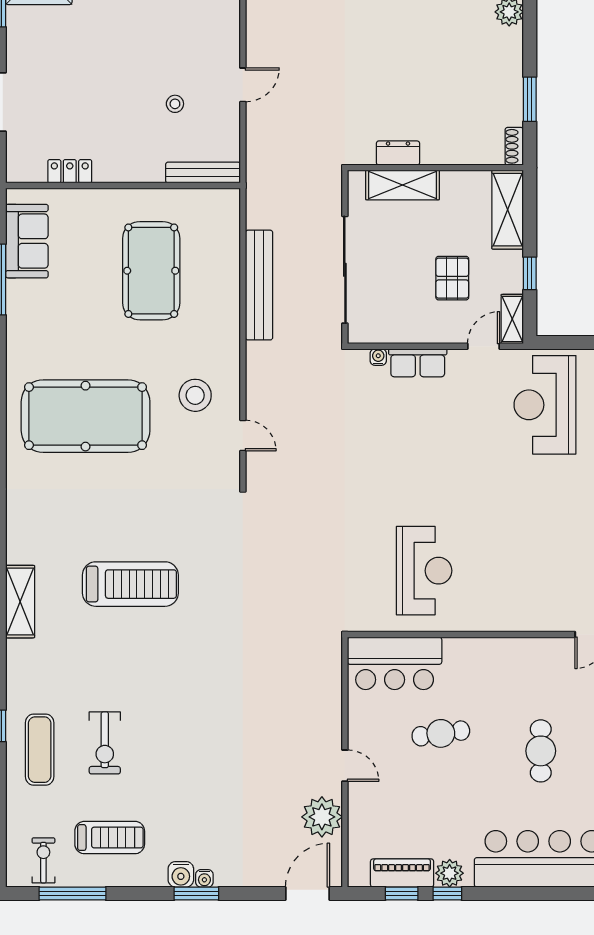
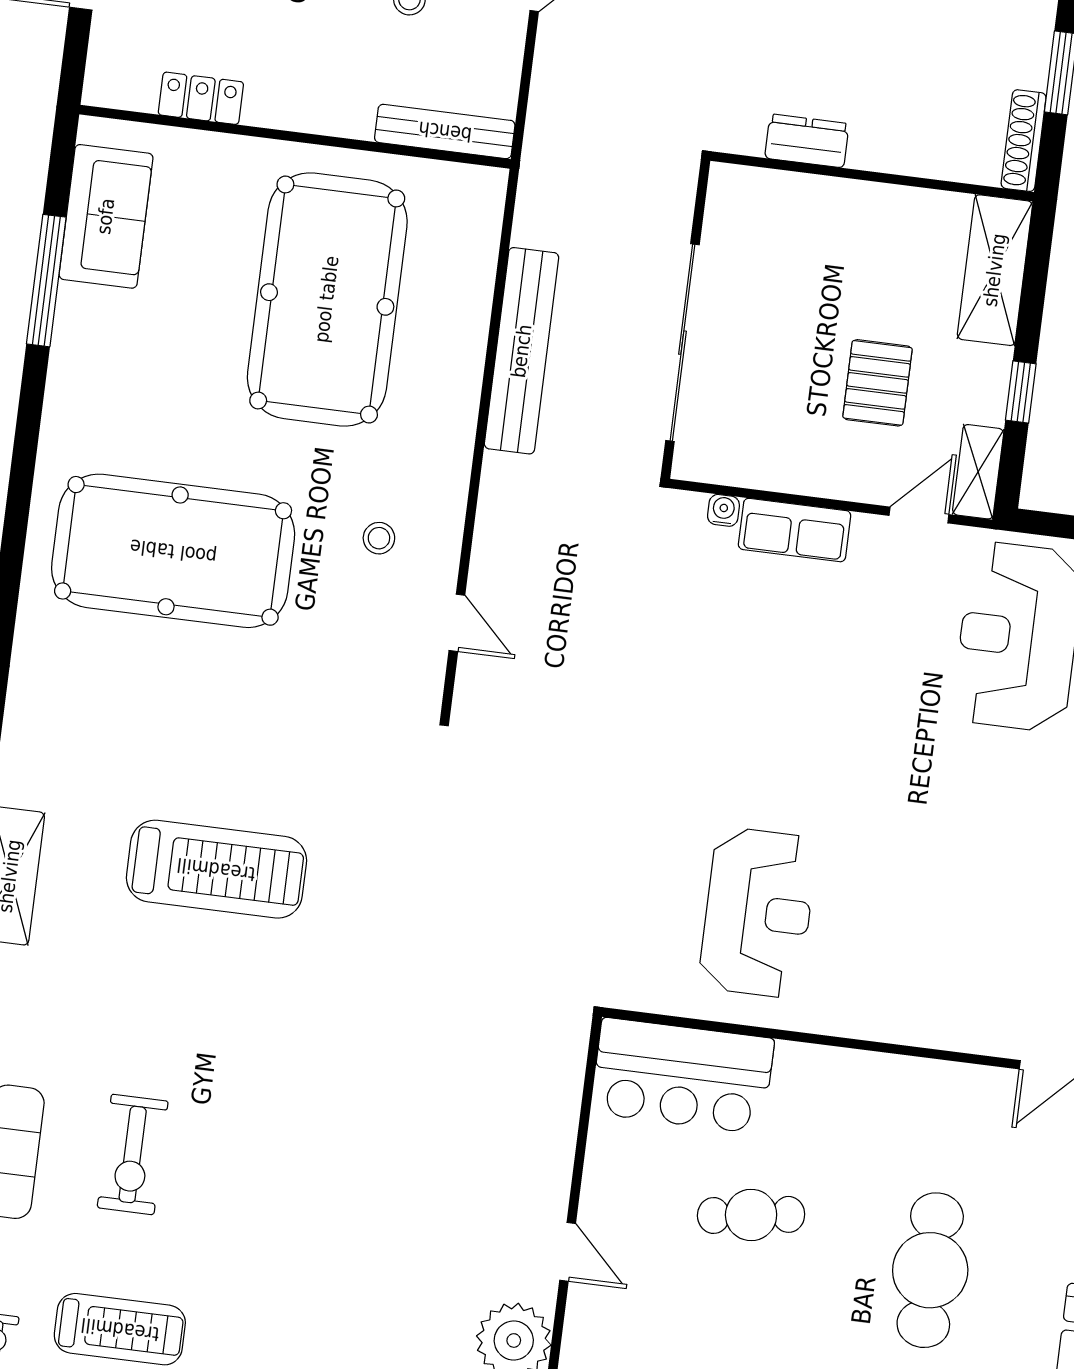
shoe rack: (514, 146) -> (1024, 141), width x1.43
shelving: (403, 185) -> (808, 201), removed
pool table: (151, 271) -> (327, 299), width x1.36, depth x1.32
stool: (195, 395) -> (379, 538), width x0.53, depth x0.53
cafe table: (541, 751) -> (930, 1270), width x1.37, depth x1.35

